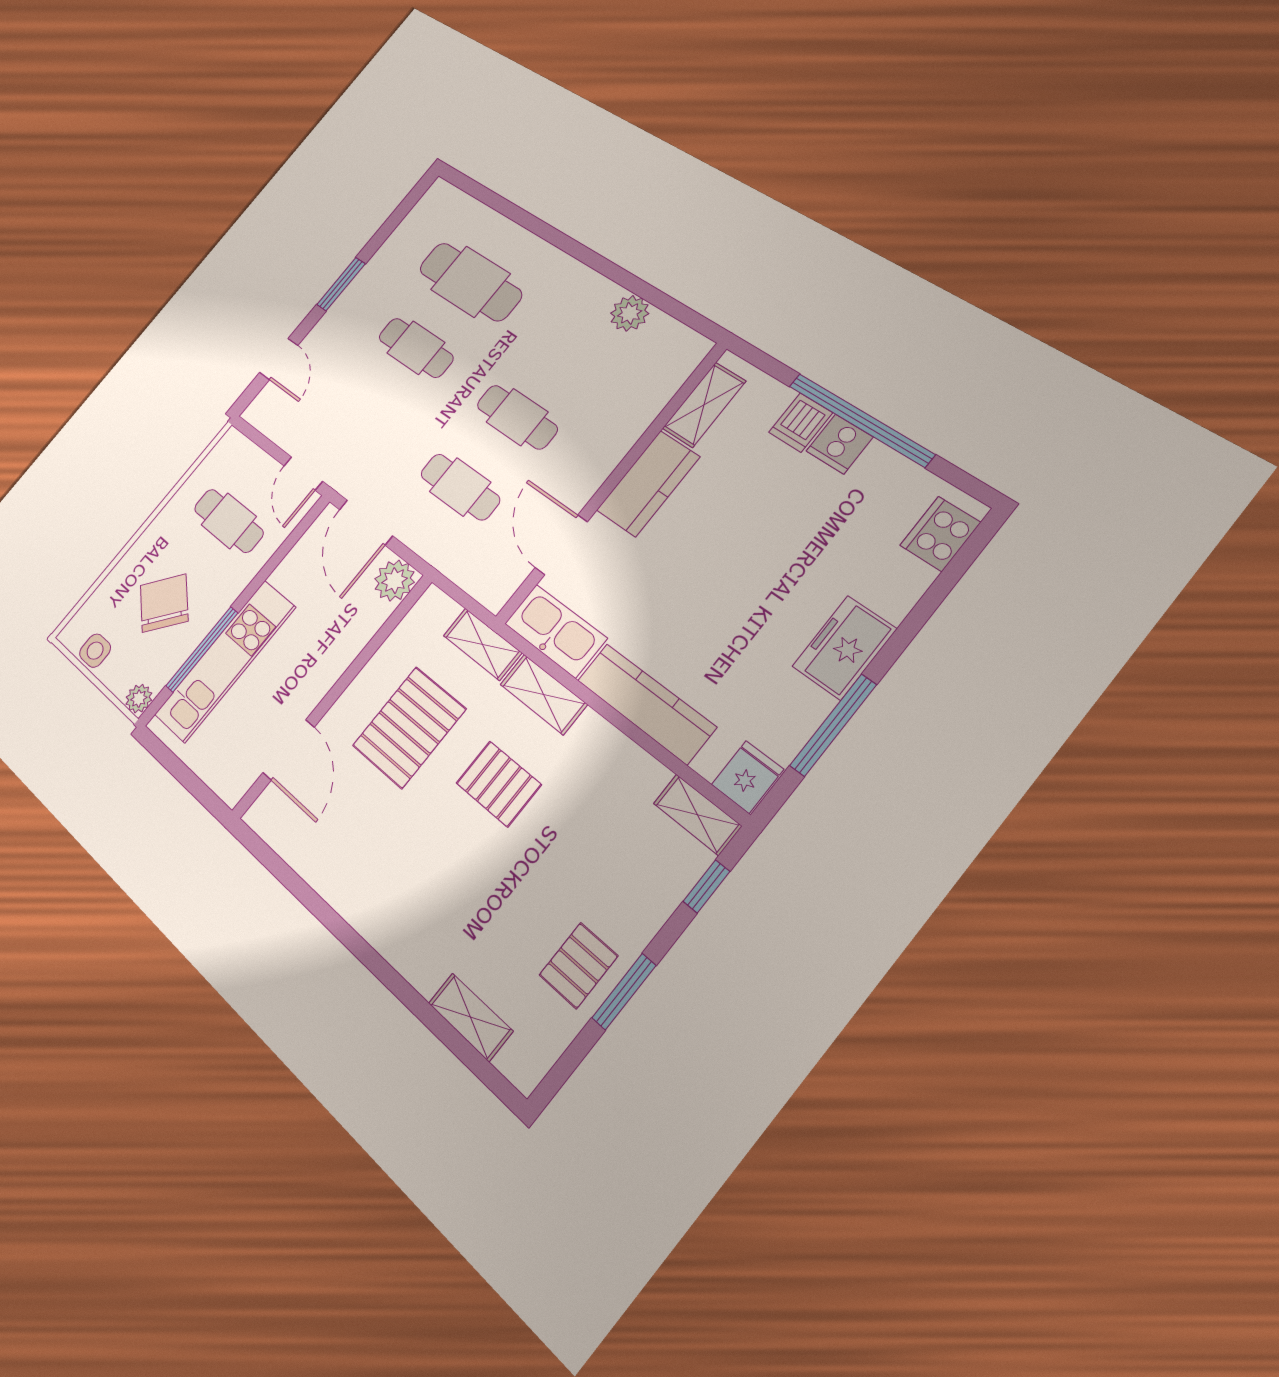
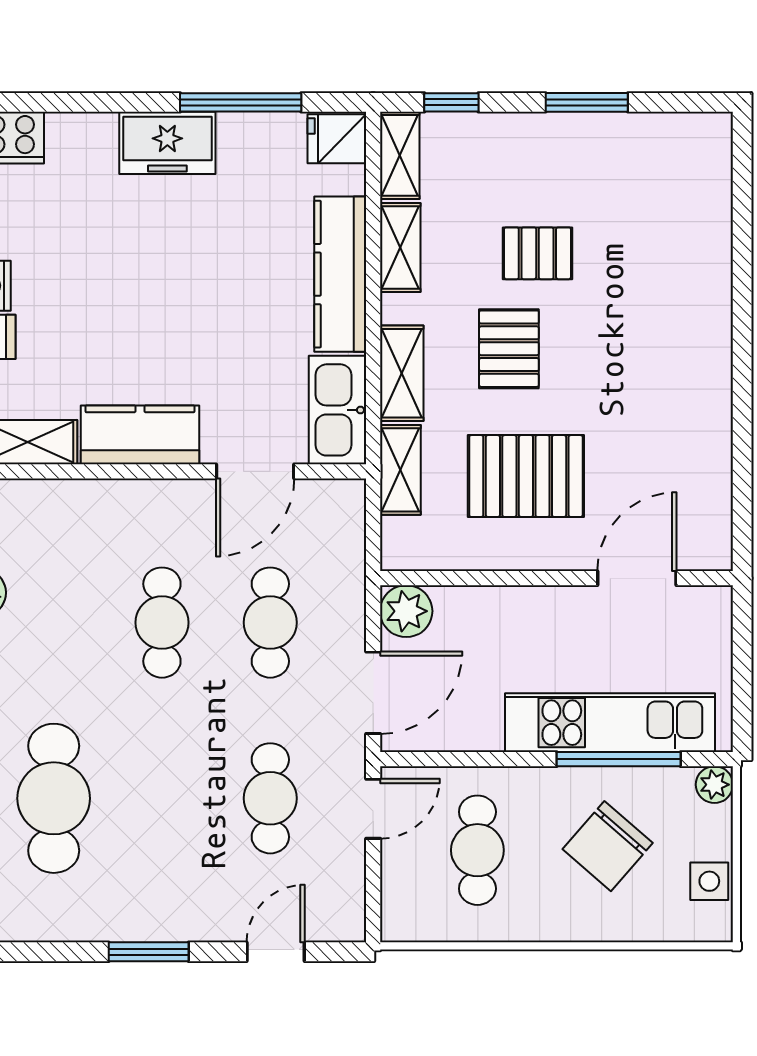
cafe table: (416, 348) -> (270, 798), moved
pallet: (578, 965) -> (537, 253), moved
shelving: (470, 1017) -> (400, 248), moved

